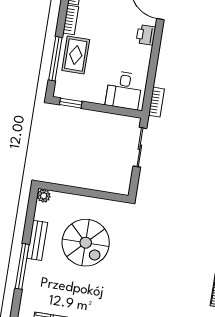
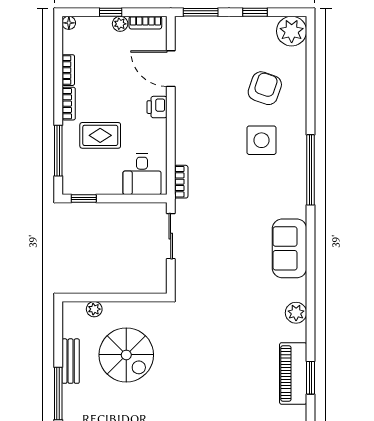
rug: (76, 55) -> (100, 135), moved, turned 90
plant: (44, 196) -> (94, 309), moved

